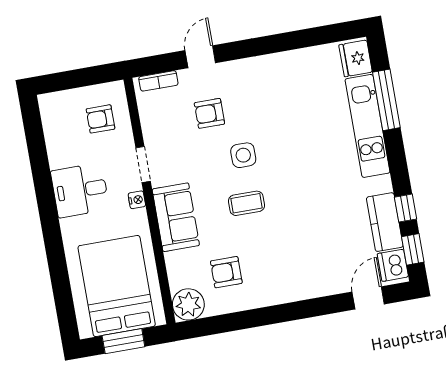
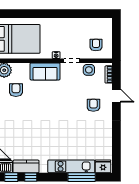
armchair: (209, 113) -> (93, 105), moved
side table: (243, 155) -> (89, 70), moved
desk: (80, 190) -> (65, 30), removed
coffee table: (246, 203) -> (46, 105), removed

